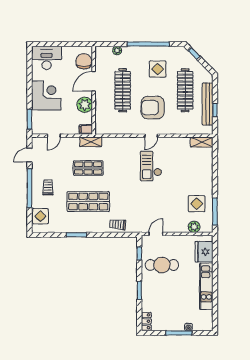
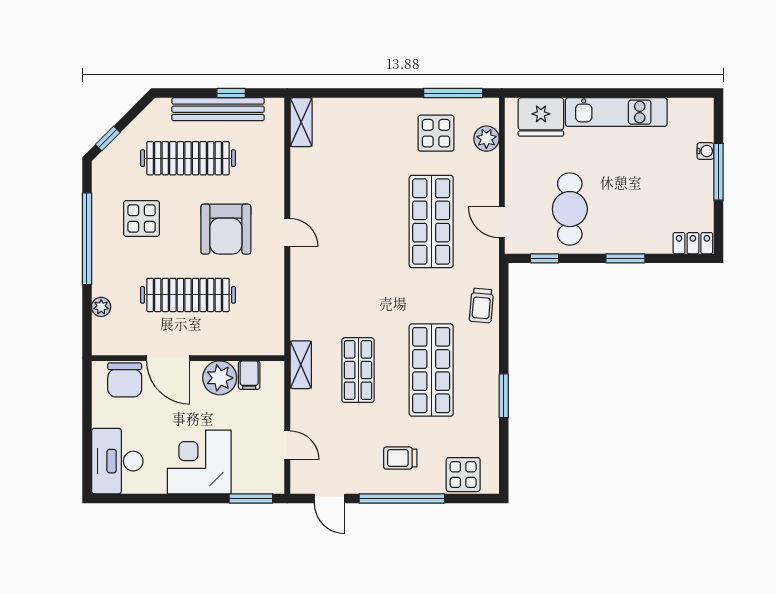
chair: (84, 61) -> (125, 380), turned -90
filing cabinet: (86, 129) -> (249, 375), moved
checkout: (151, 166) -> (354, 233), removed
shop shelf: (156, 202) -> (431, 221), added

